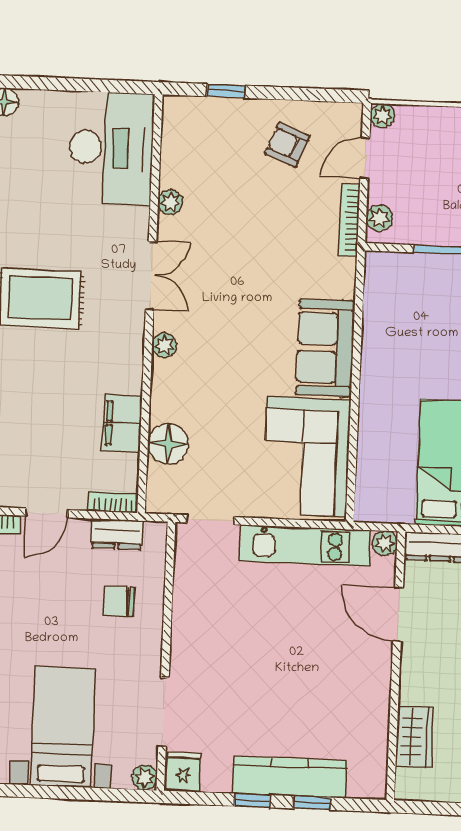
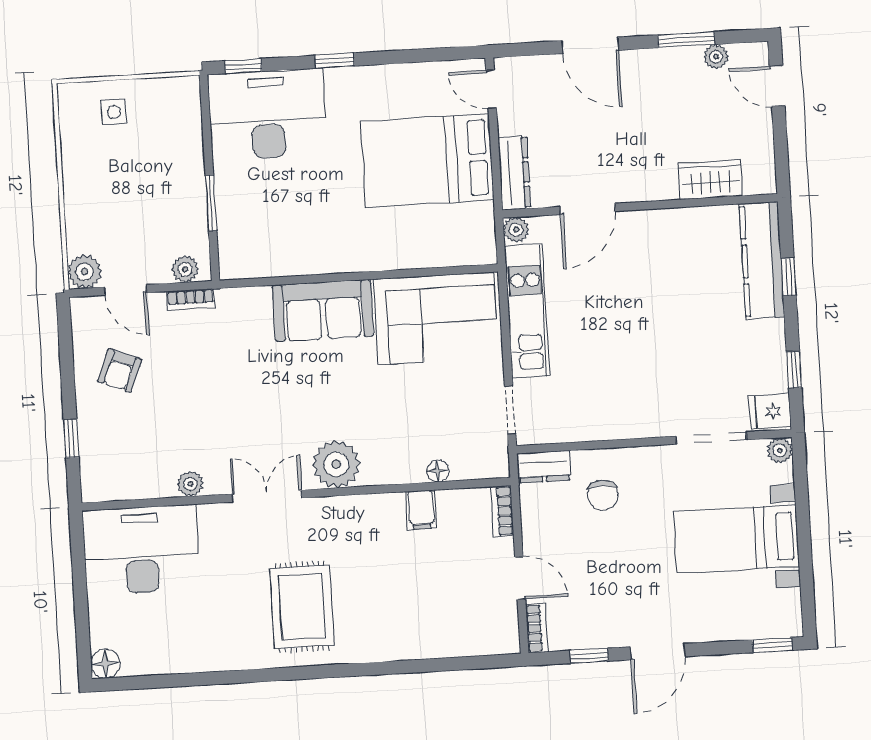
plant: (382, 116) -> (84, 272), width x1.38, depth x1.38
bookcase: (349, 220) -> (191, 299), width x0.64
plant: (164, 345) -> (336, 464), width x1.88, depth x1.88
filing cabinet: (122, 423) -> (421, 510), width x0.50
floor lamp: (168, 444) -> (438, 471), width x0.53, depth x0.53
dresser: (117, 534) -> (544, 467), moved, turned 90
kitchen counter: (290, 777) -> (762, 260), moved
window: (252, 801) -> (794, 370), moved

